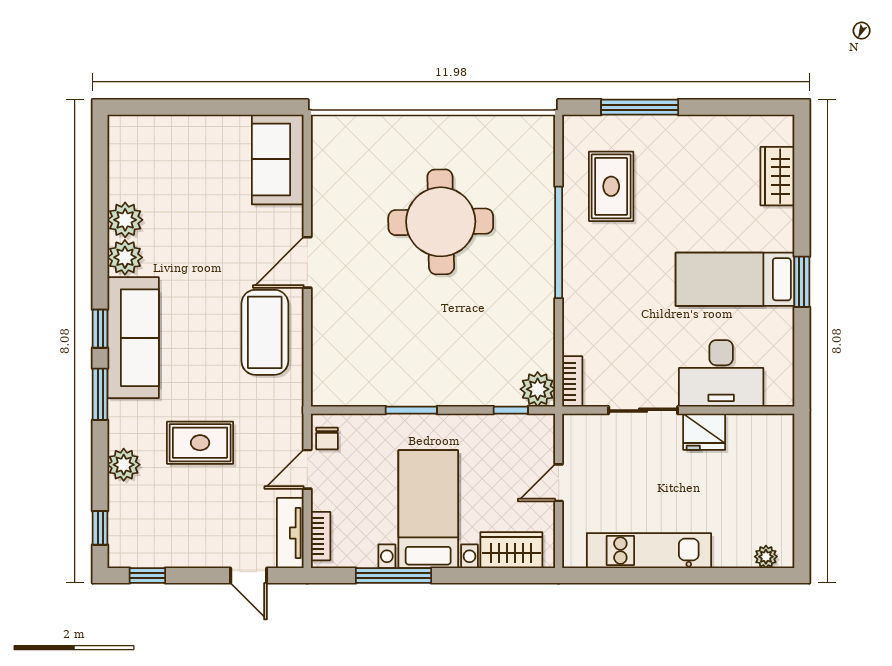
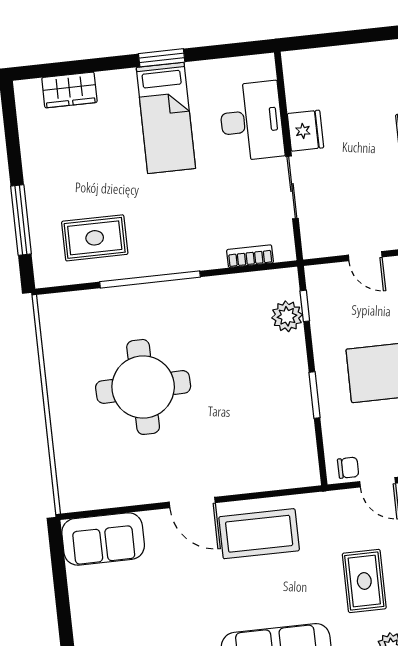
bookcase: (572, 381) -> (250, 256), moved
plant: (538, 389) -> (287, 316), moved

